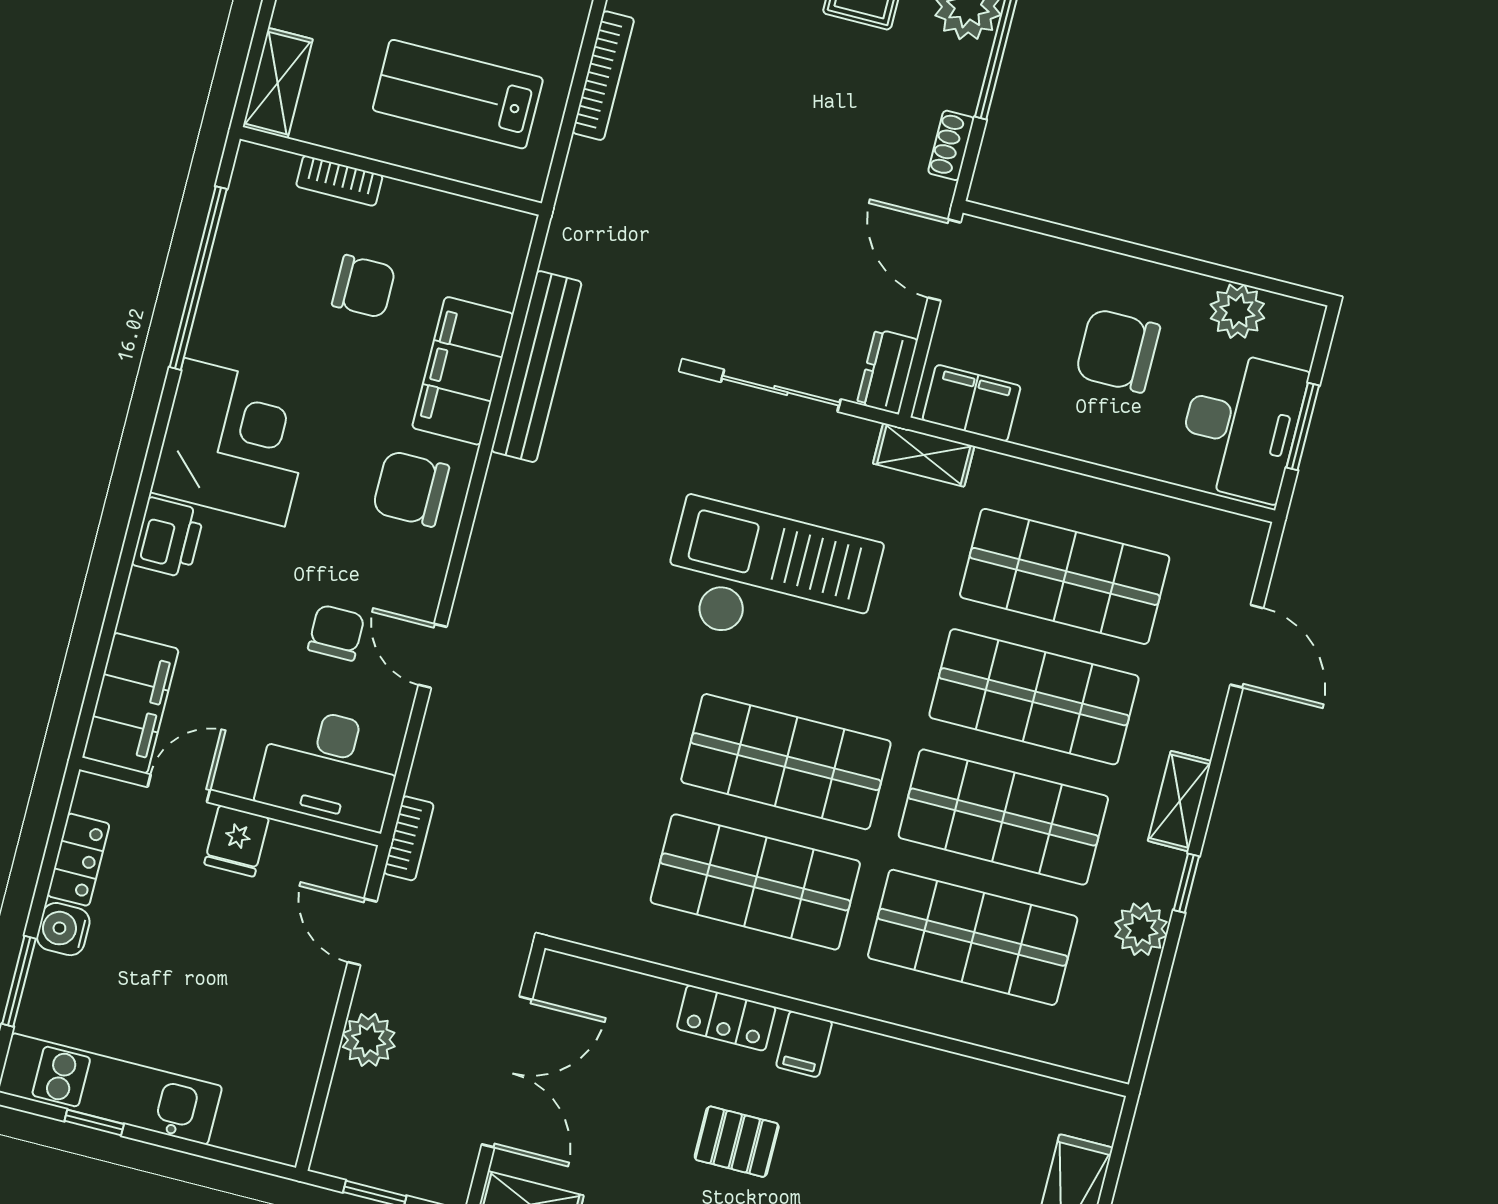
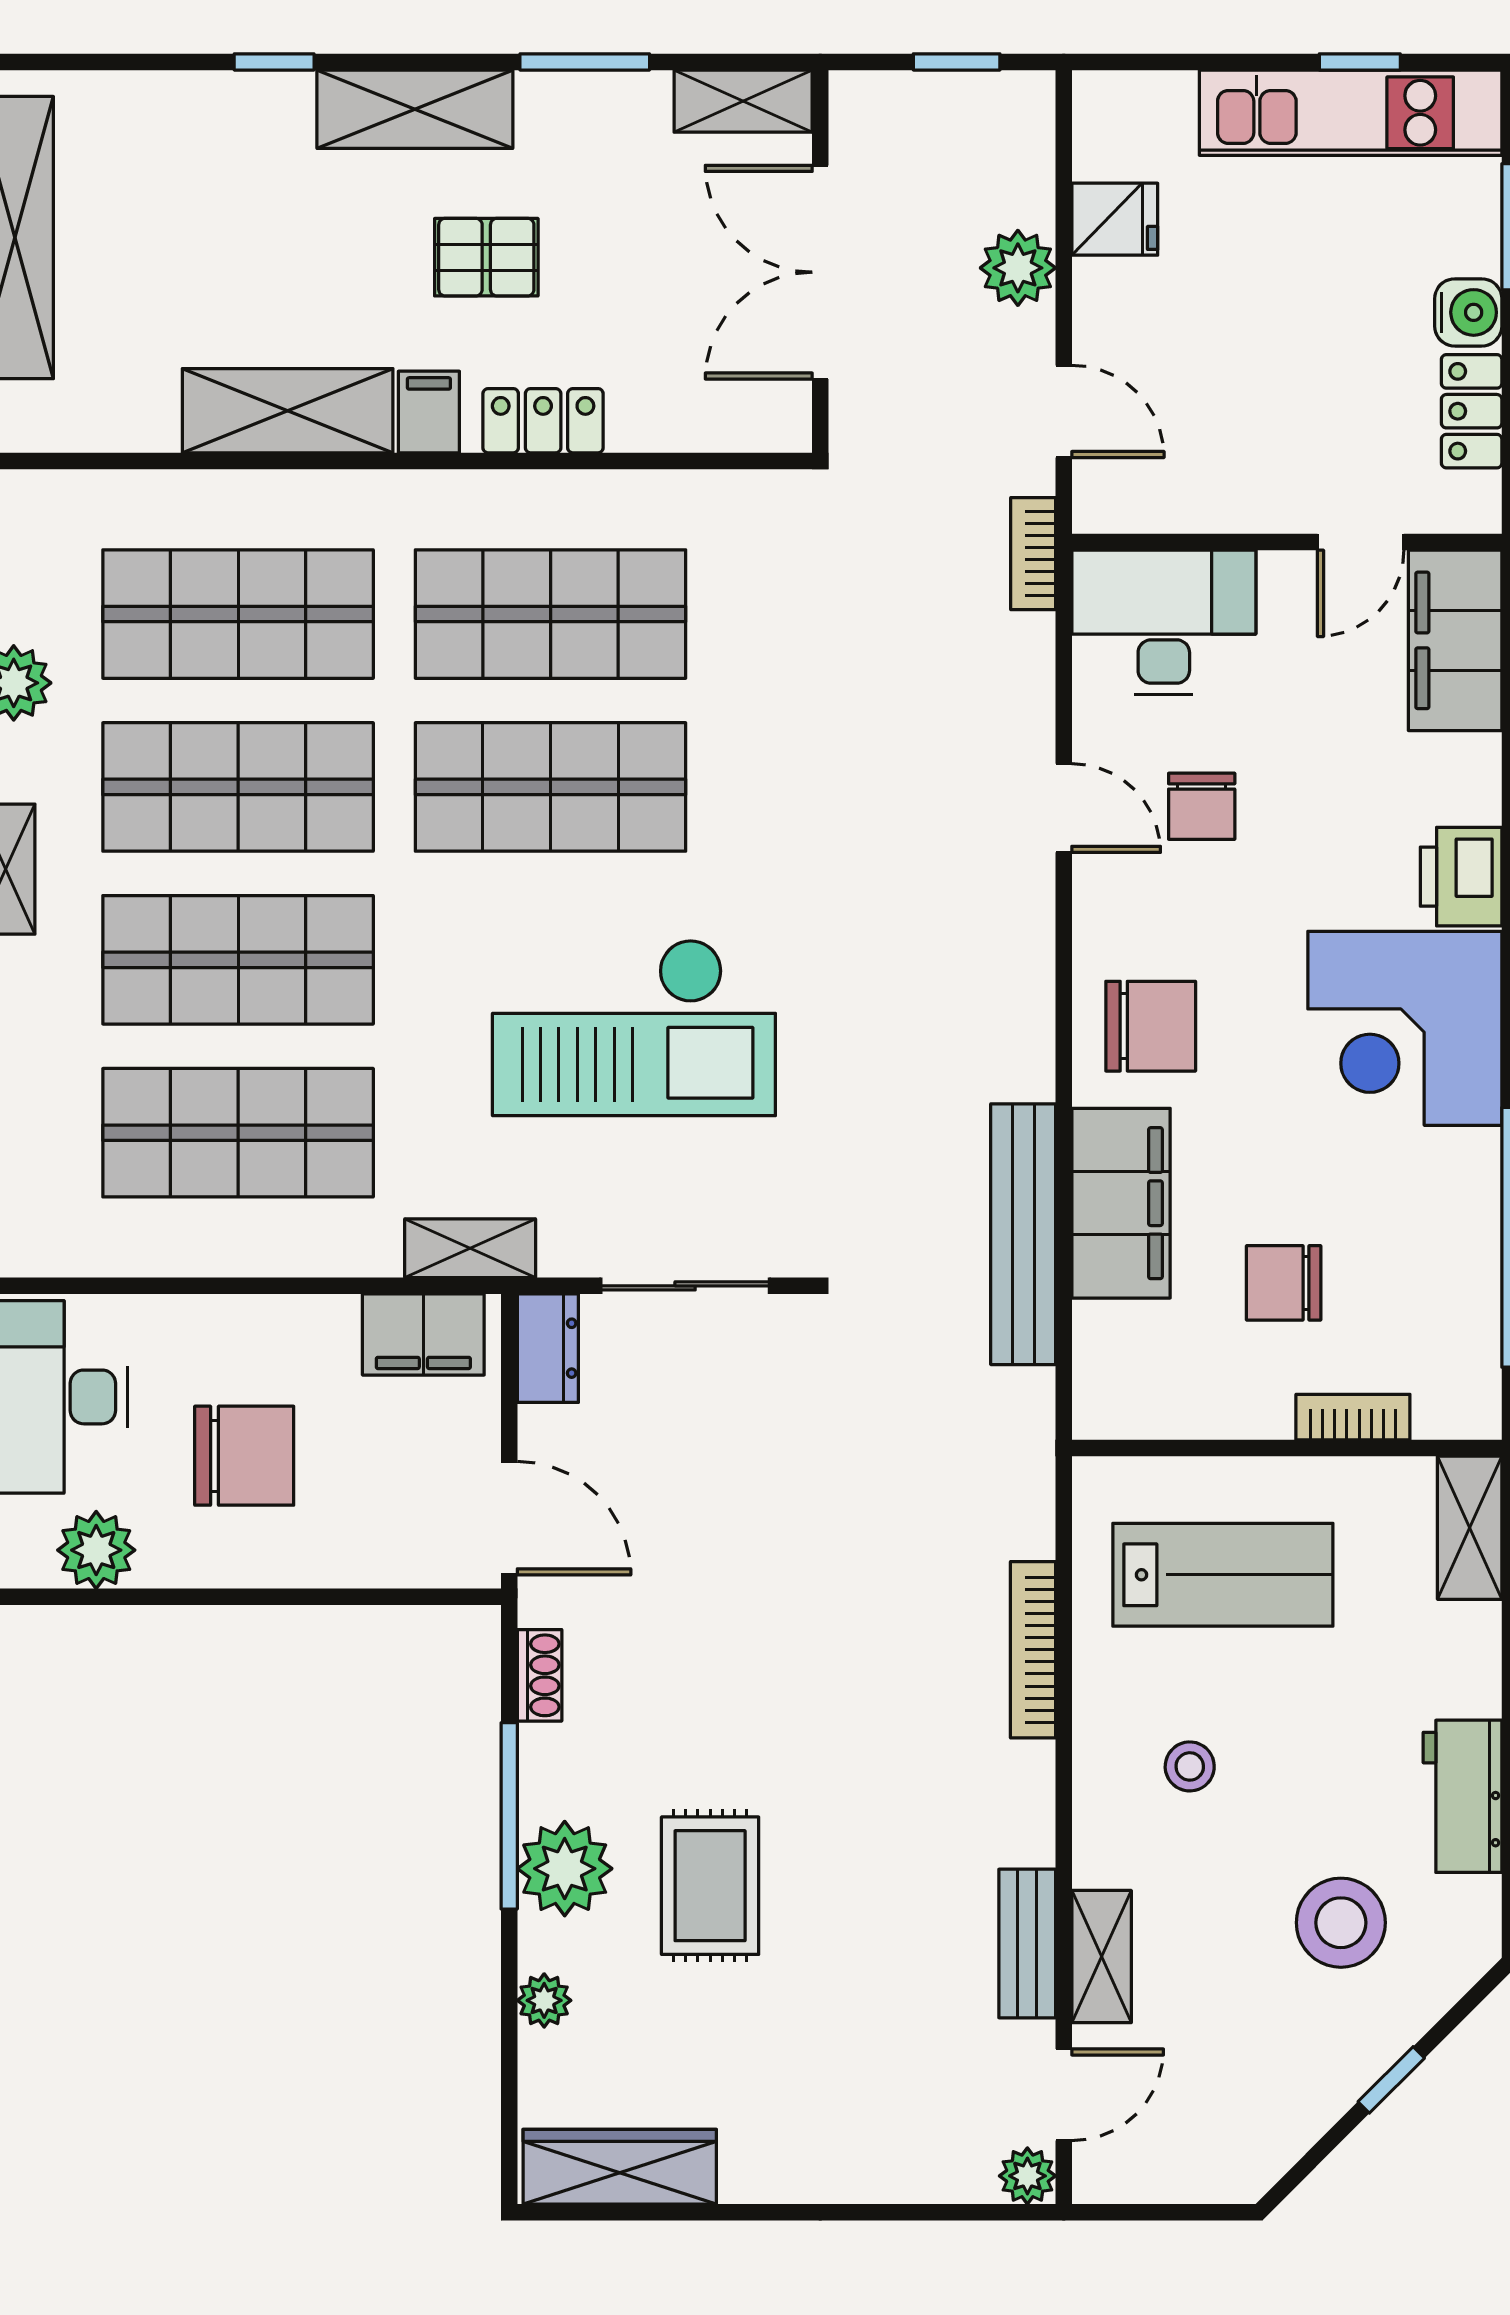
fridge: (237, 841) -> (1115, 219), moved, turned 90
shelving: (902, 1070) -> (288, 411), added

